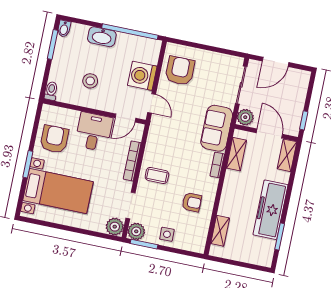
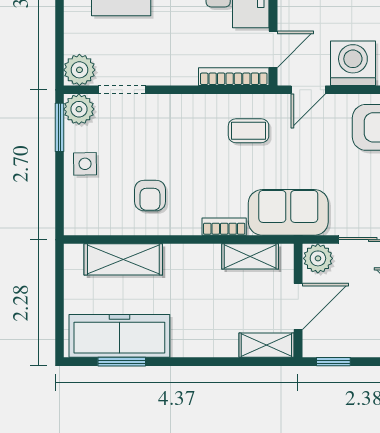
door: (125, 118) -> (273, 49), swing flipped
bookcase: (132, 161) -> (234, 77), moved
coffee table: (157, 175) -> (249, 131), moved, turned 90
freezer: (270, 210) -> (119, 336), moved
shelving: (220, 231) -> (123, 259), width x1.50, depth x1.33

